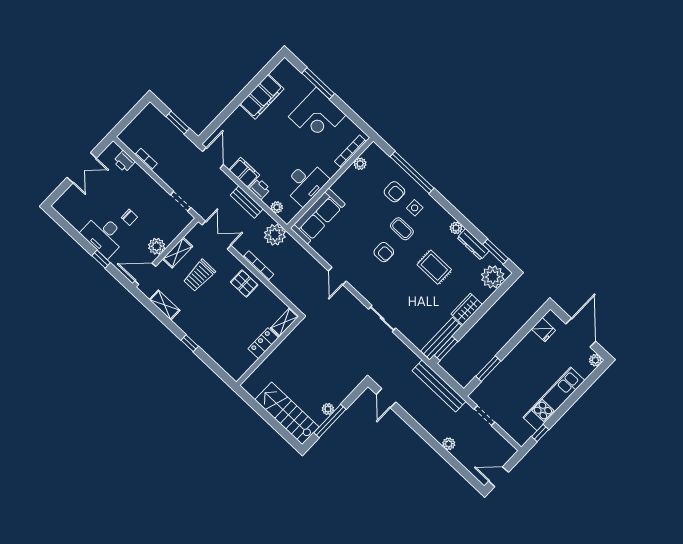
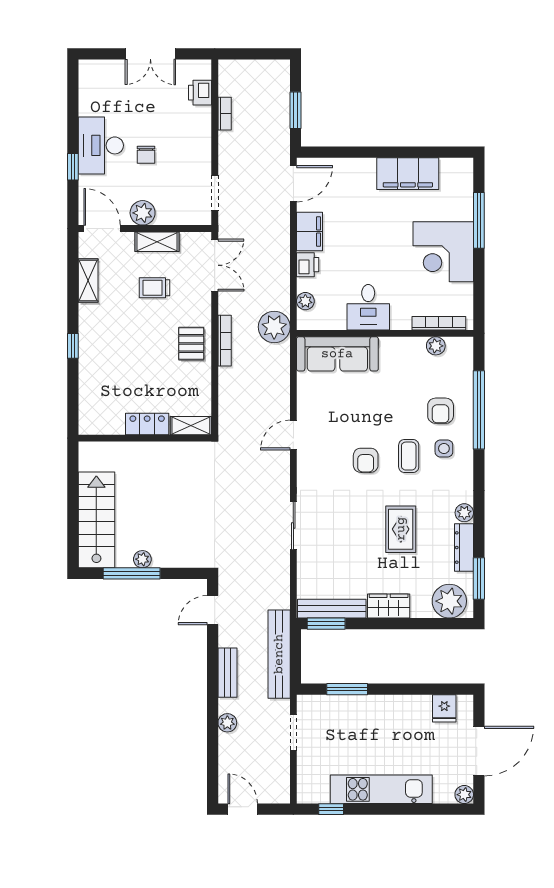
desk: (306, 183) -> (368, 307), width x0.73
bench: (247, 202) -> (227, 673), moved
trolley: (199, 276) -> (155, 288), width x0.73, depth x0.72

